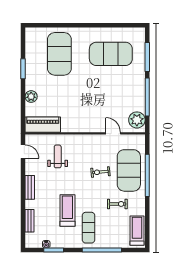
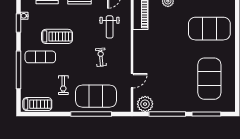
weight bench: (58, 156) -> (110, 27), turned 90
exercise bike: (100, 172) -> (101, 57), moved

